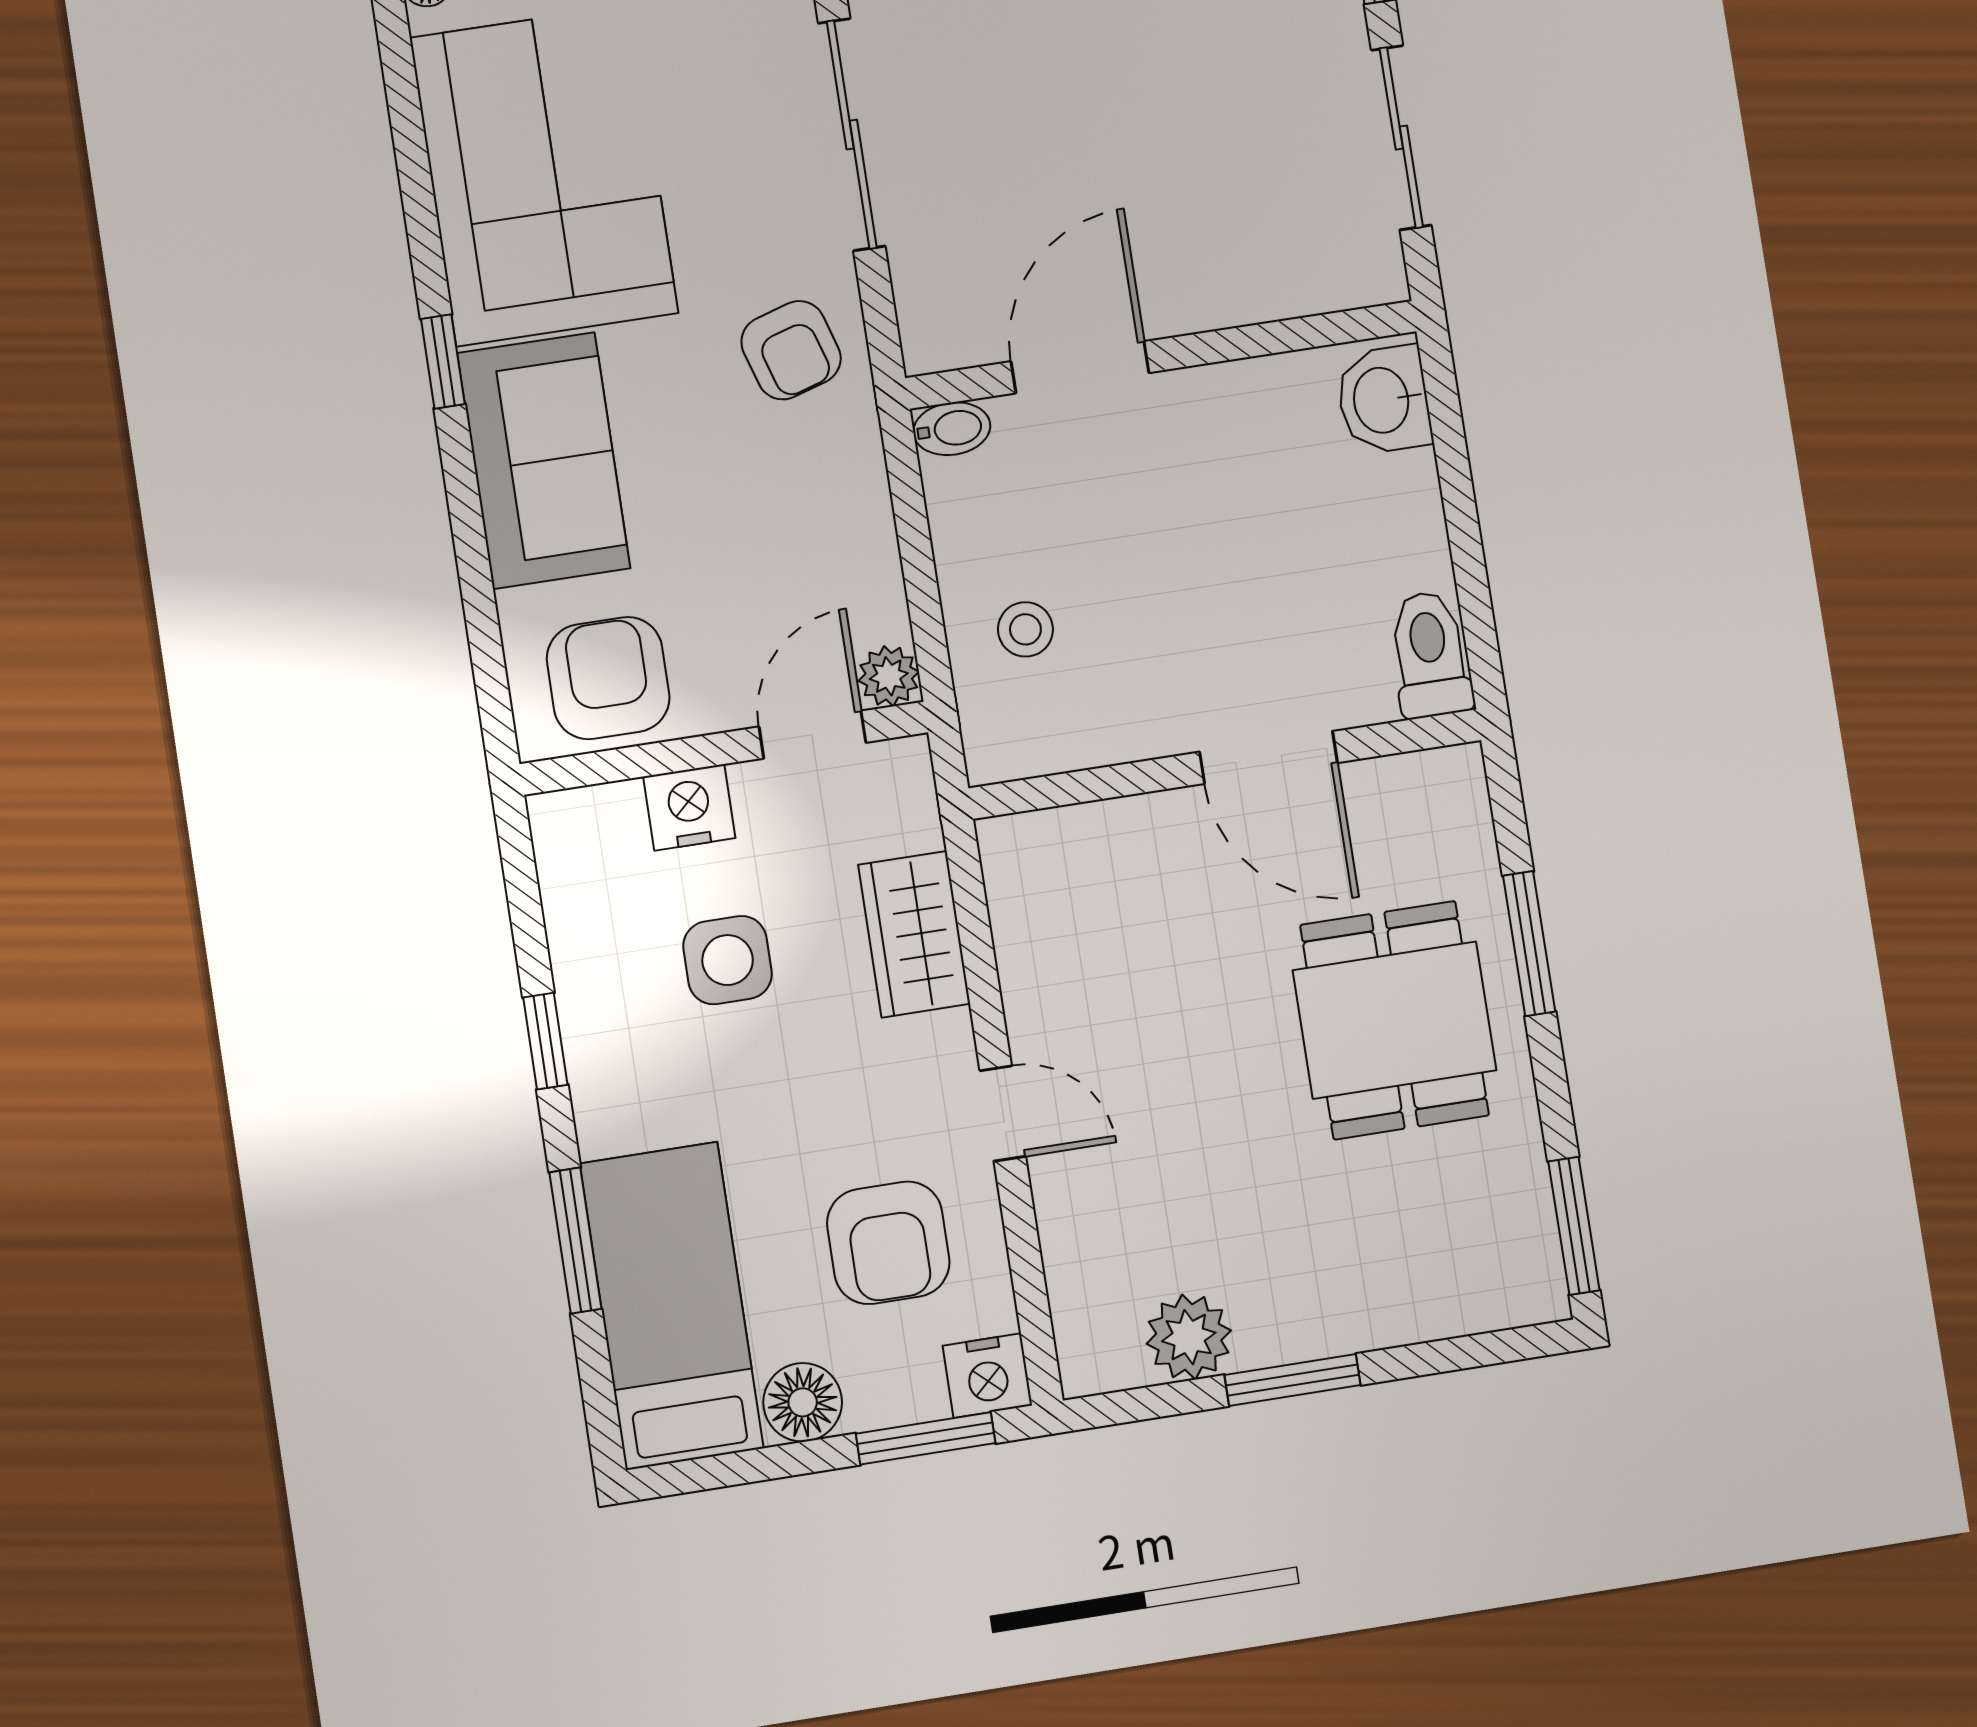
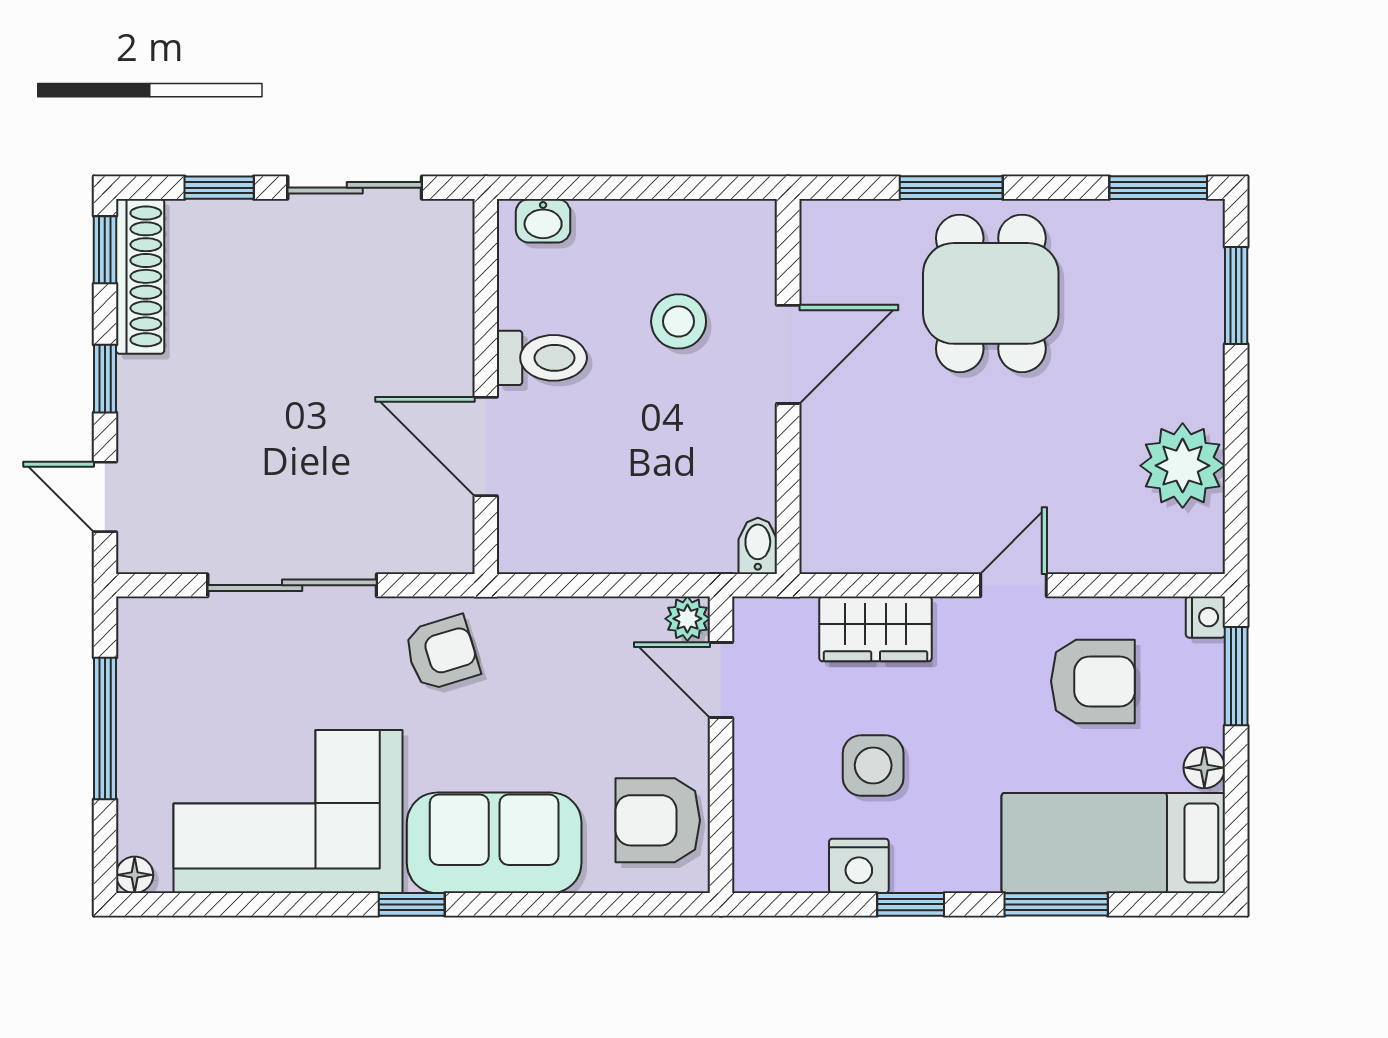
washbasin: (1384, 400) -> (543, 221), width x0.72, depth x0.69
bidet: (952, 429) -> (758, 546), moved
stool: (1025, 629) -> (679, 321), moved, width x1.37, depth x1.37
toilet: (1430, 654) -> (542, 358), moved, turned 180
nightstand: (689, 807) -> (859, 866), moved, turned -90
dining table: (1395, 1020) -> (991, 293), turned 90
plant: (1189, 1337) -> (1183, 466), width x1.36, depth x1.36
nightstand: (987, 1376) -> (1205, 617), width x0.72, depth x0.74
window: (1293, 1380) -> (1236, 295), moved
floor lamp: (803, 1402) -> (1204, 768), width x0.73, depth x0.73

